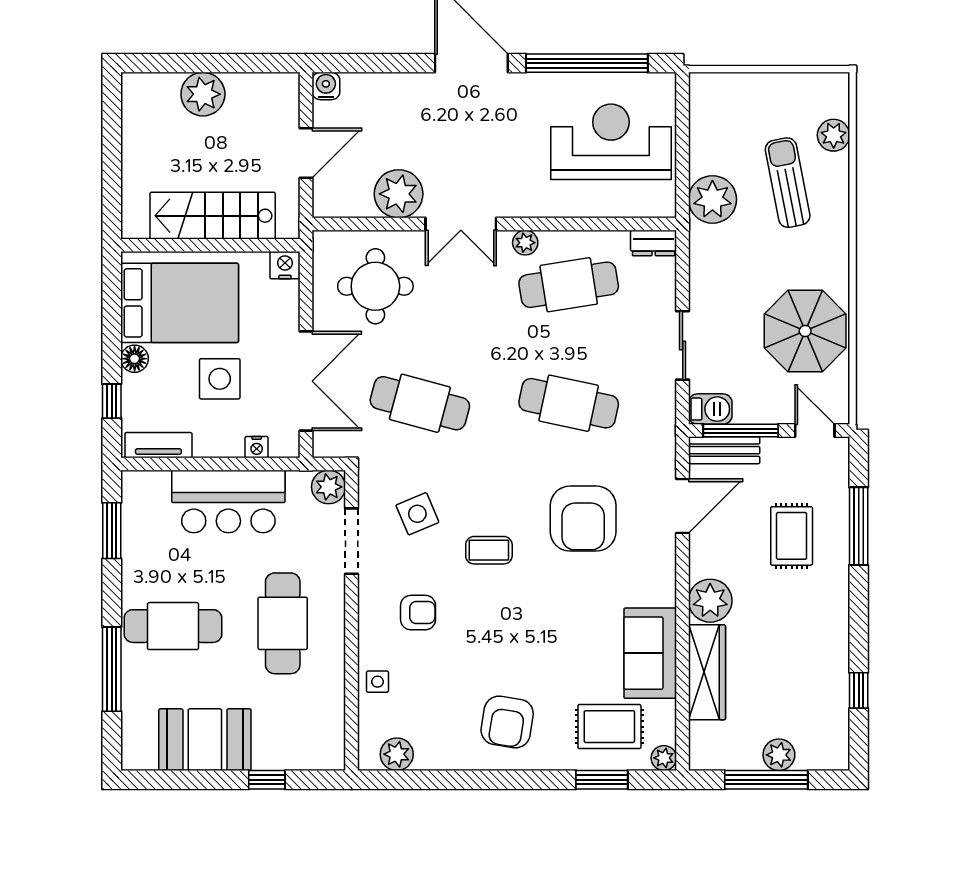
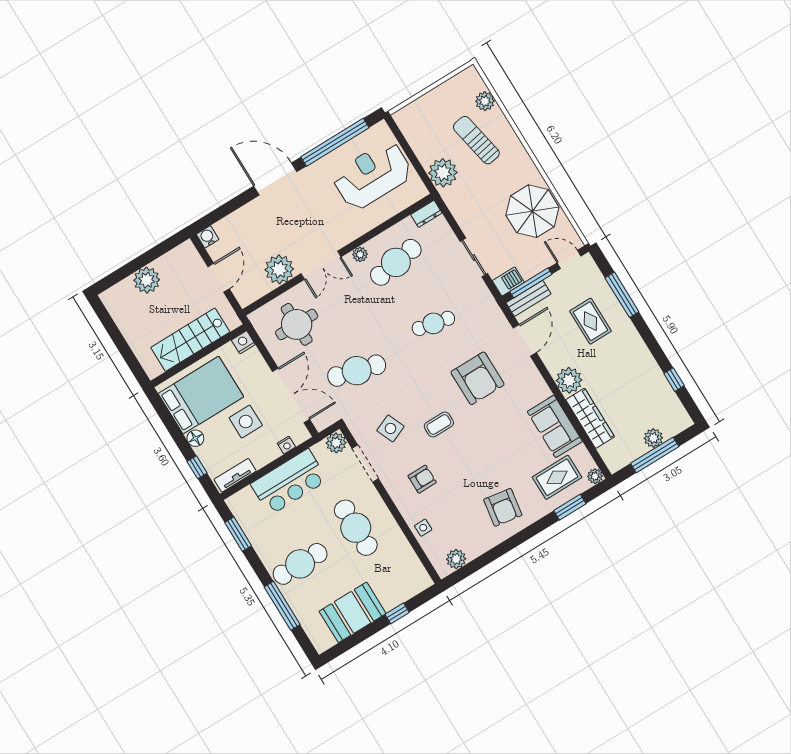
cafe table: (569, 403) -> (433, 323), width x0.73, depth x0.74

